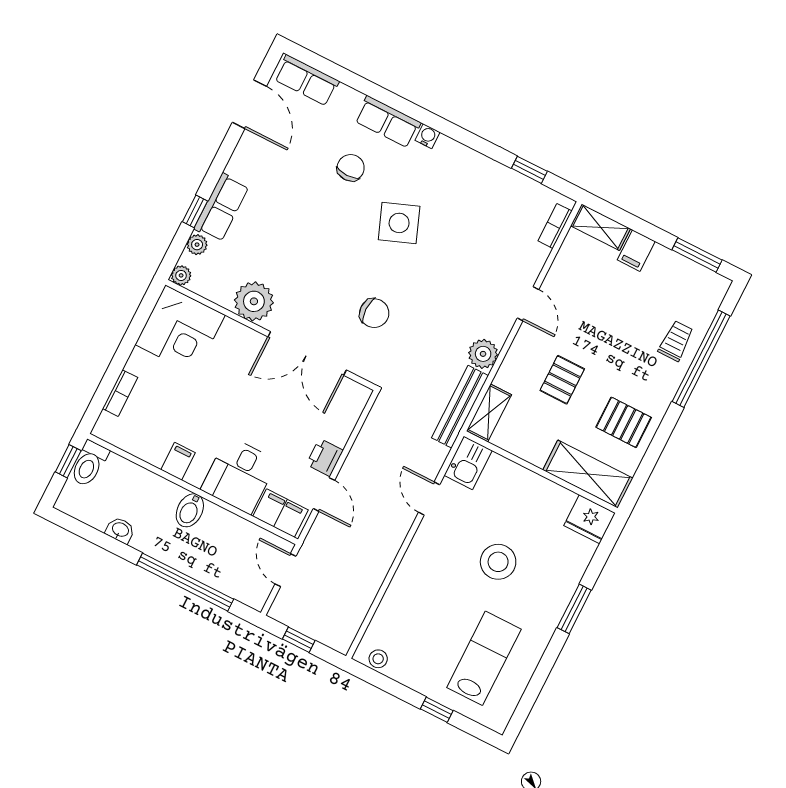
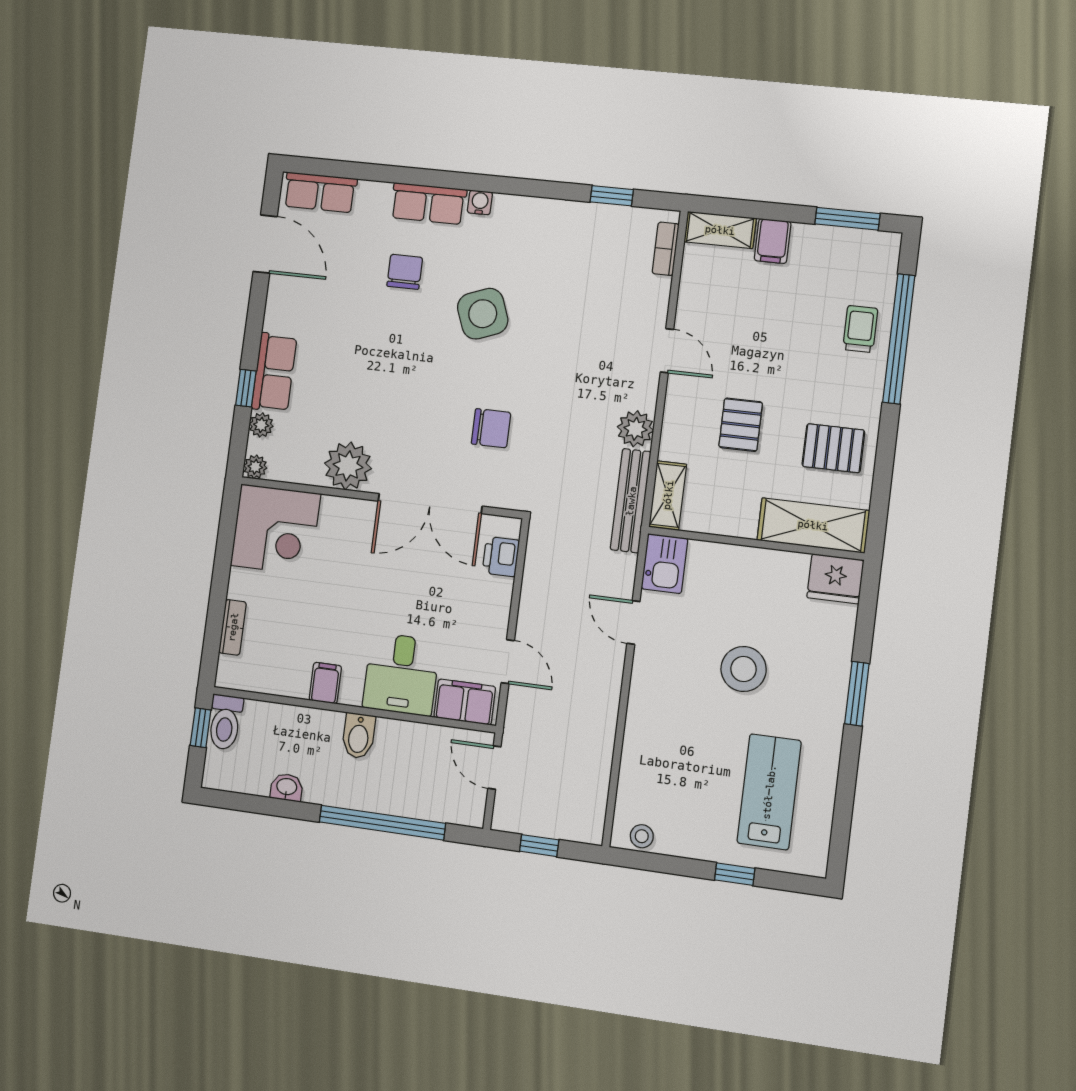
printer: (325, 457) -> (501, 557), moved

